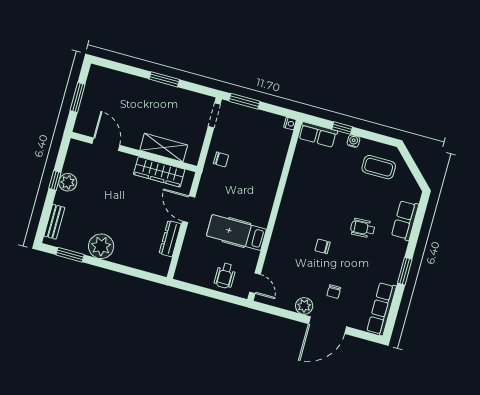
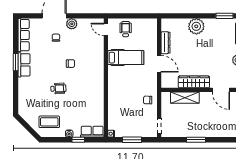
window: (244, 101) -> (132, 140), moved
wardrobe: (159, 172) -> (194, 82), moved
row of seats: (405, 220) -> (24, 65), moved
wheelchair: (363, 228) -> (58, 88), moved
plant: (101, 246) -> (196, 26), moved

